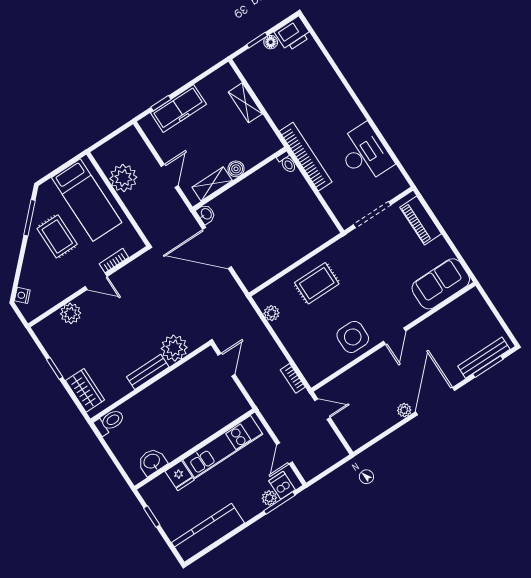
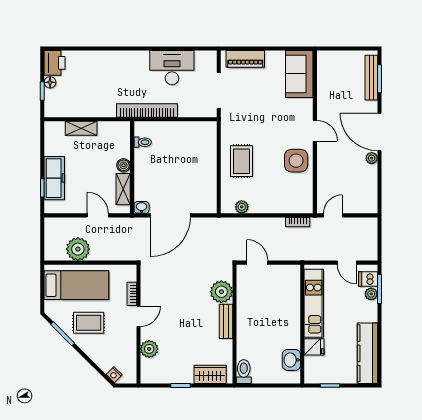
toilet: (287, 163) -> (143, 142), moved

